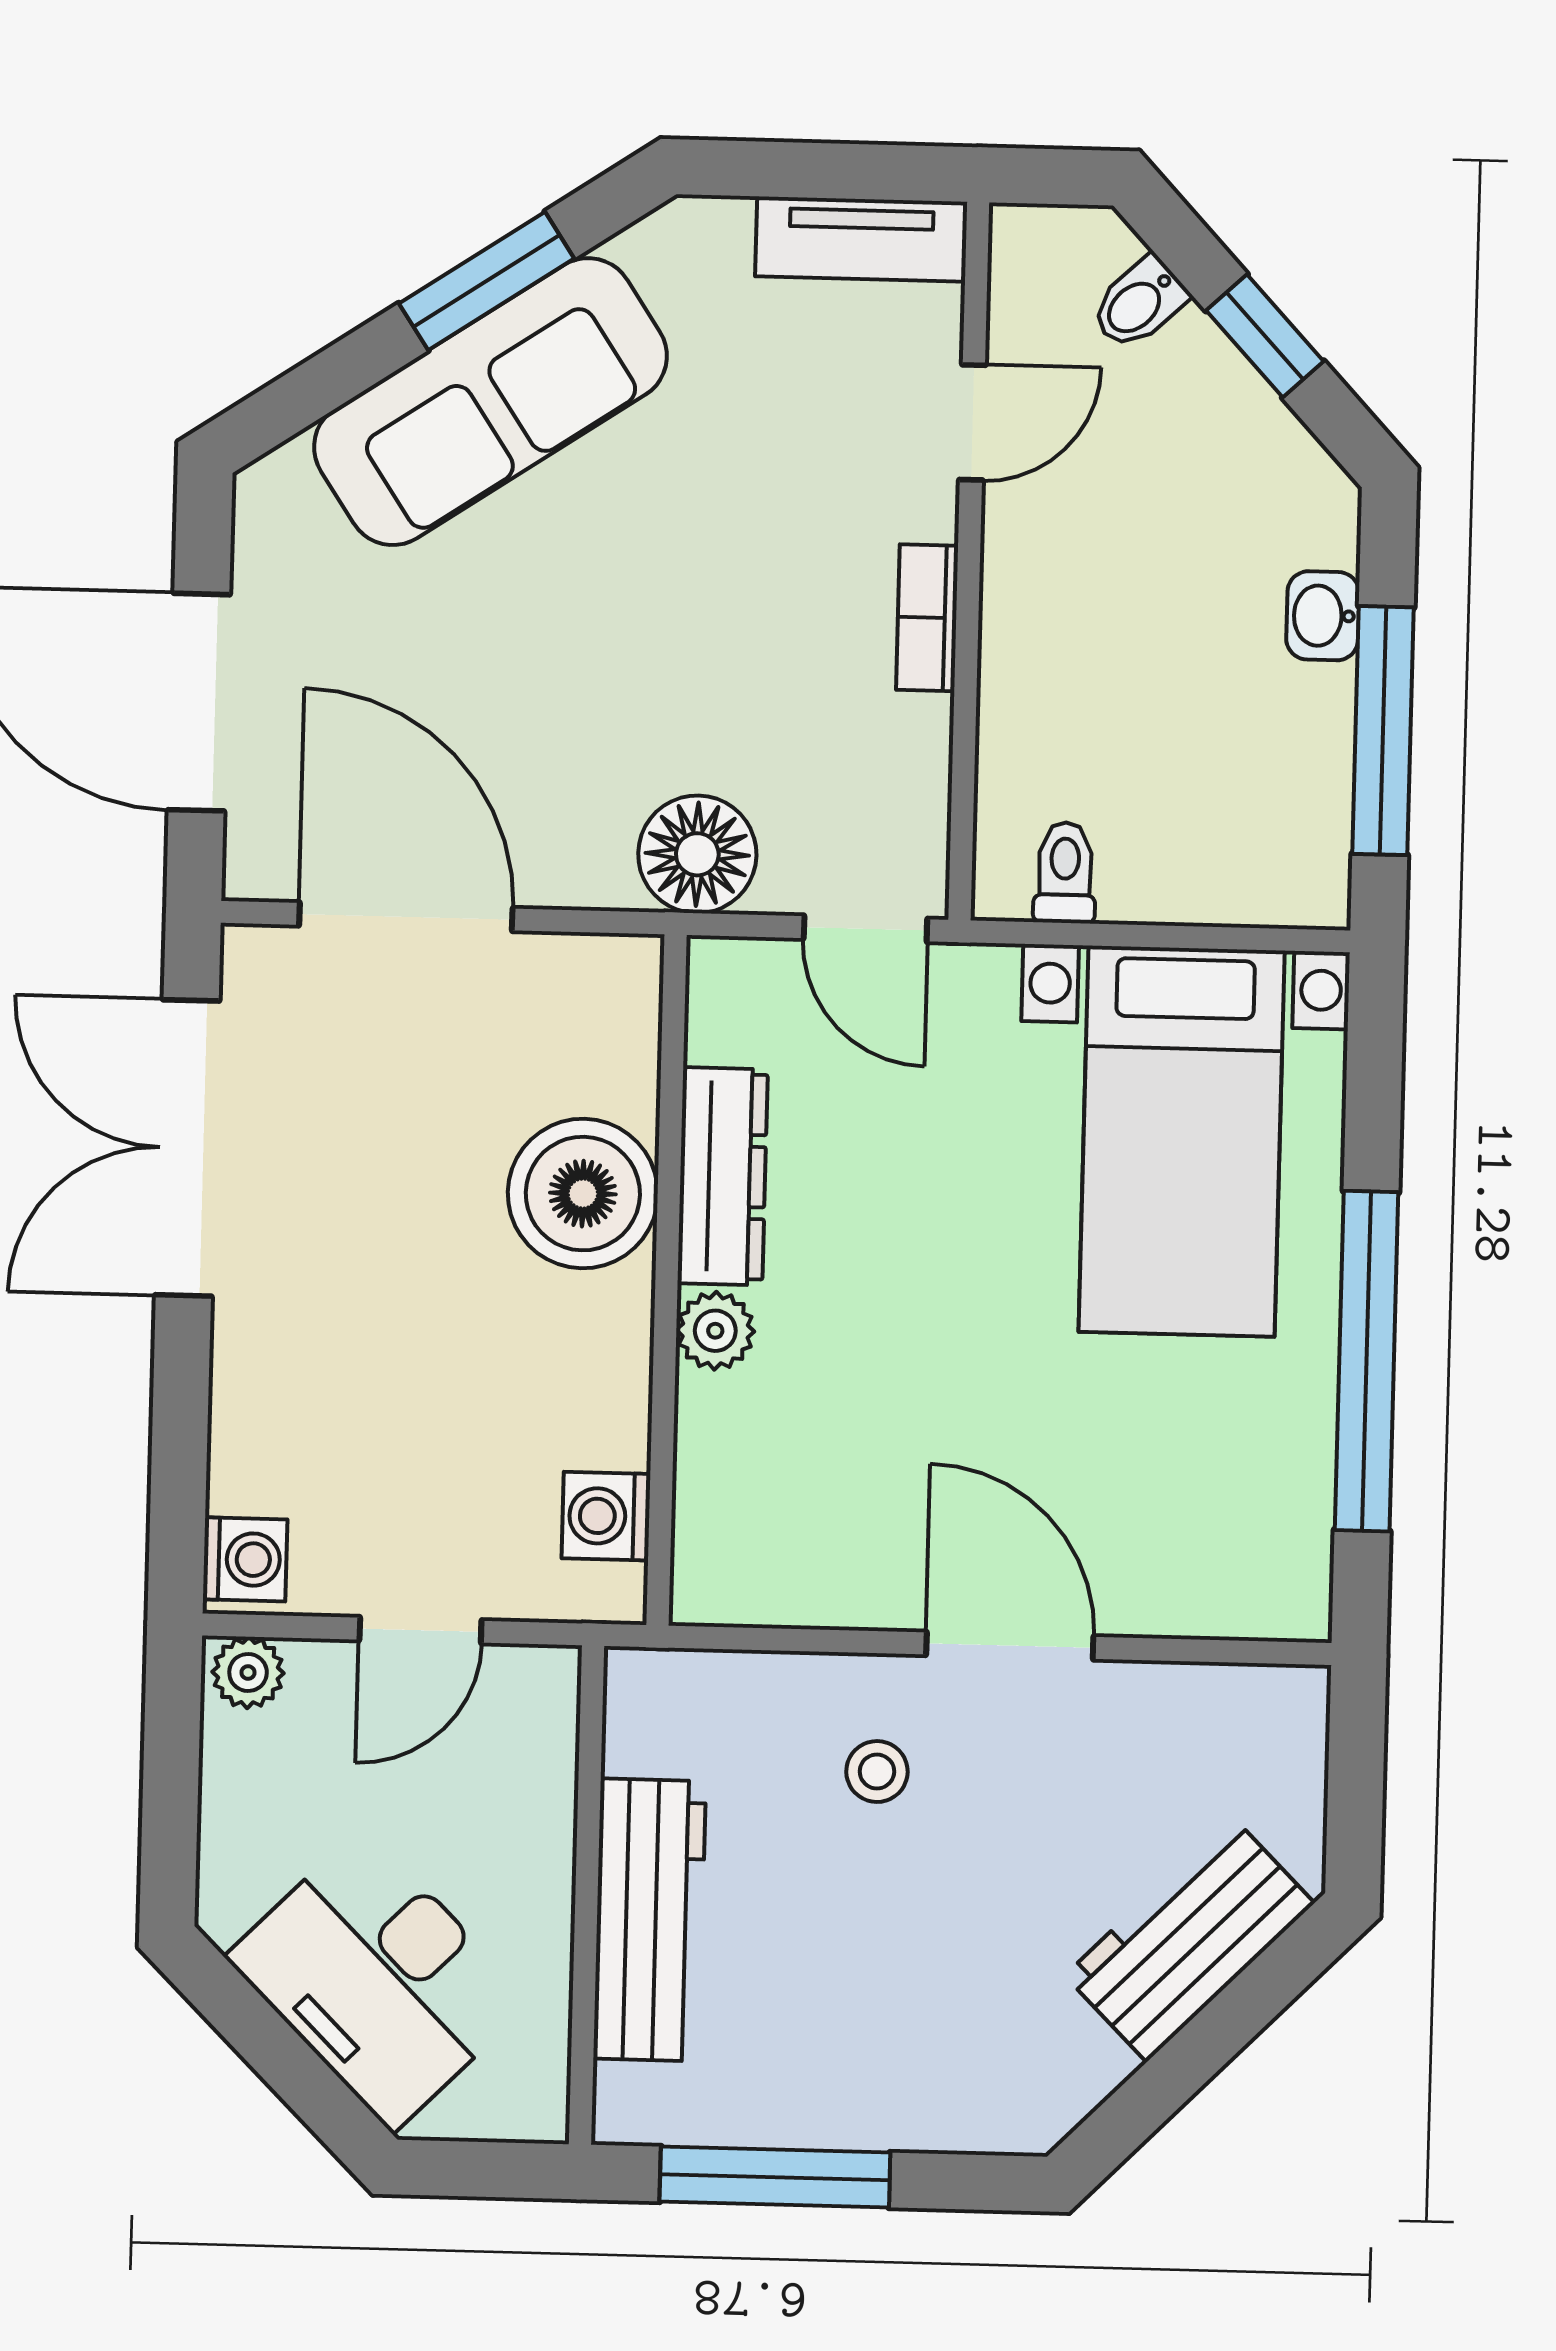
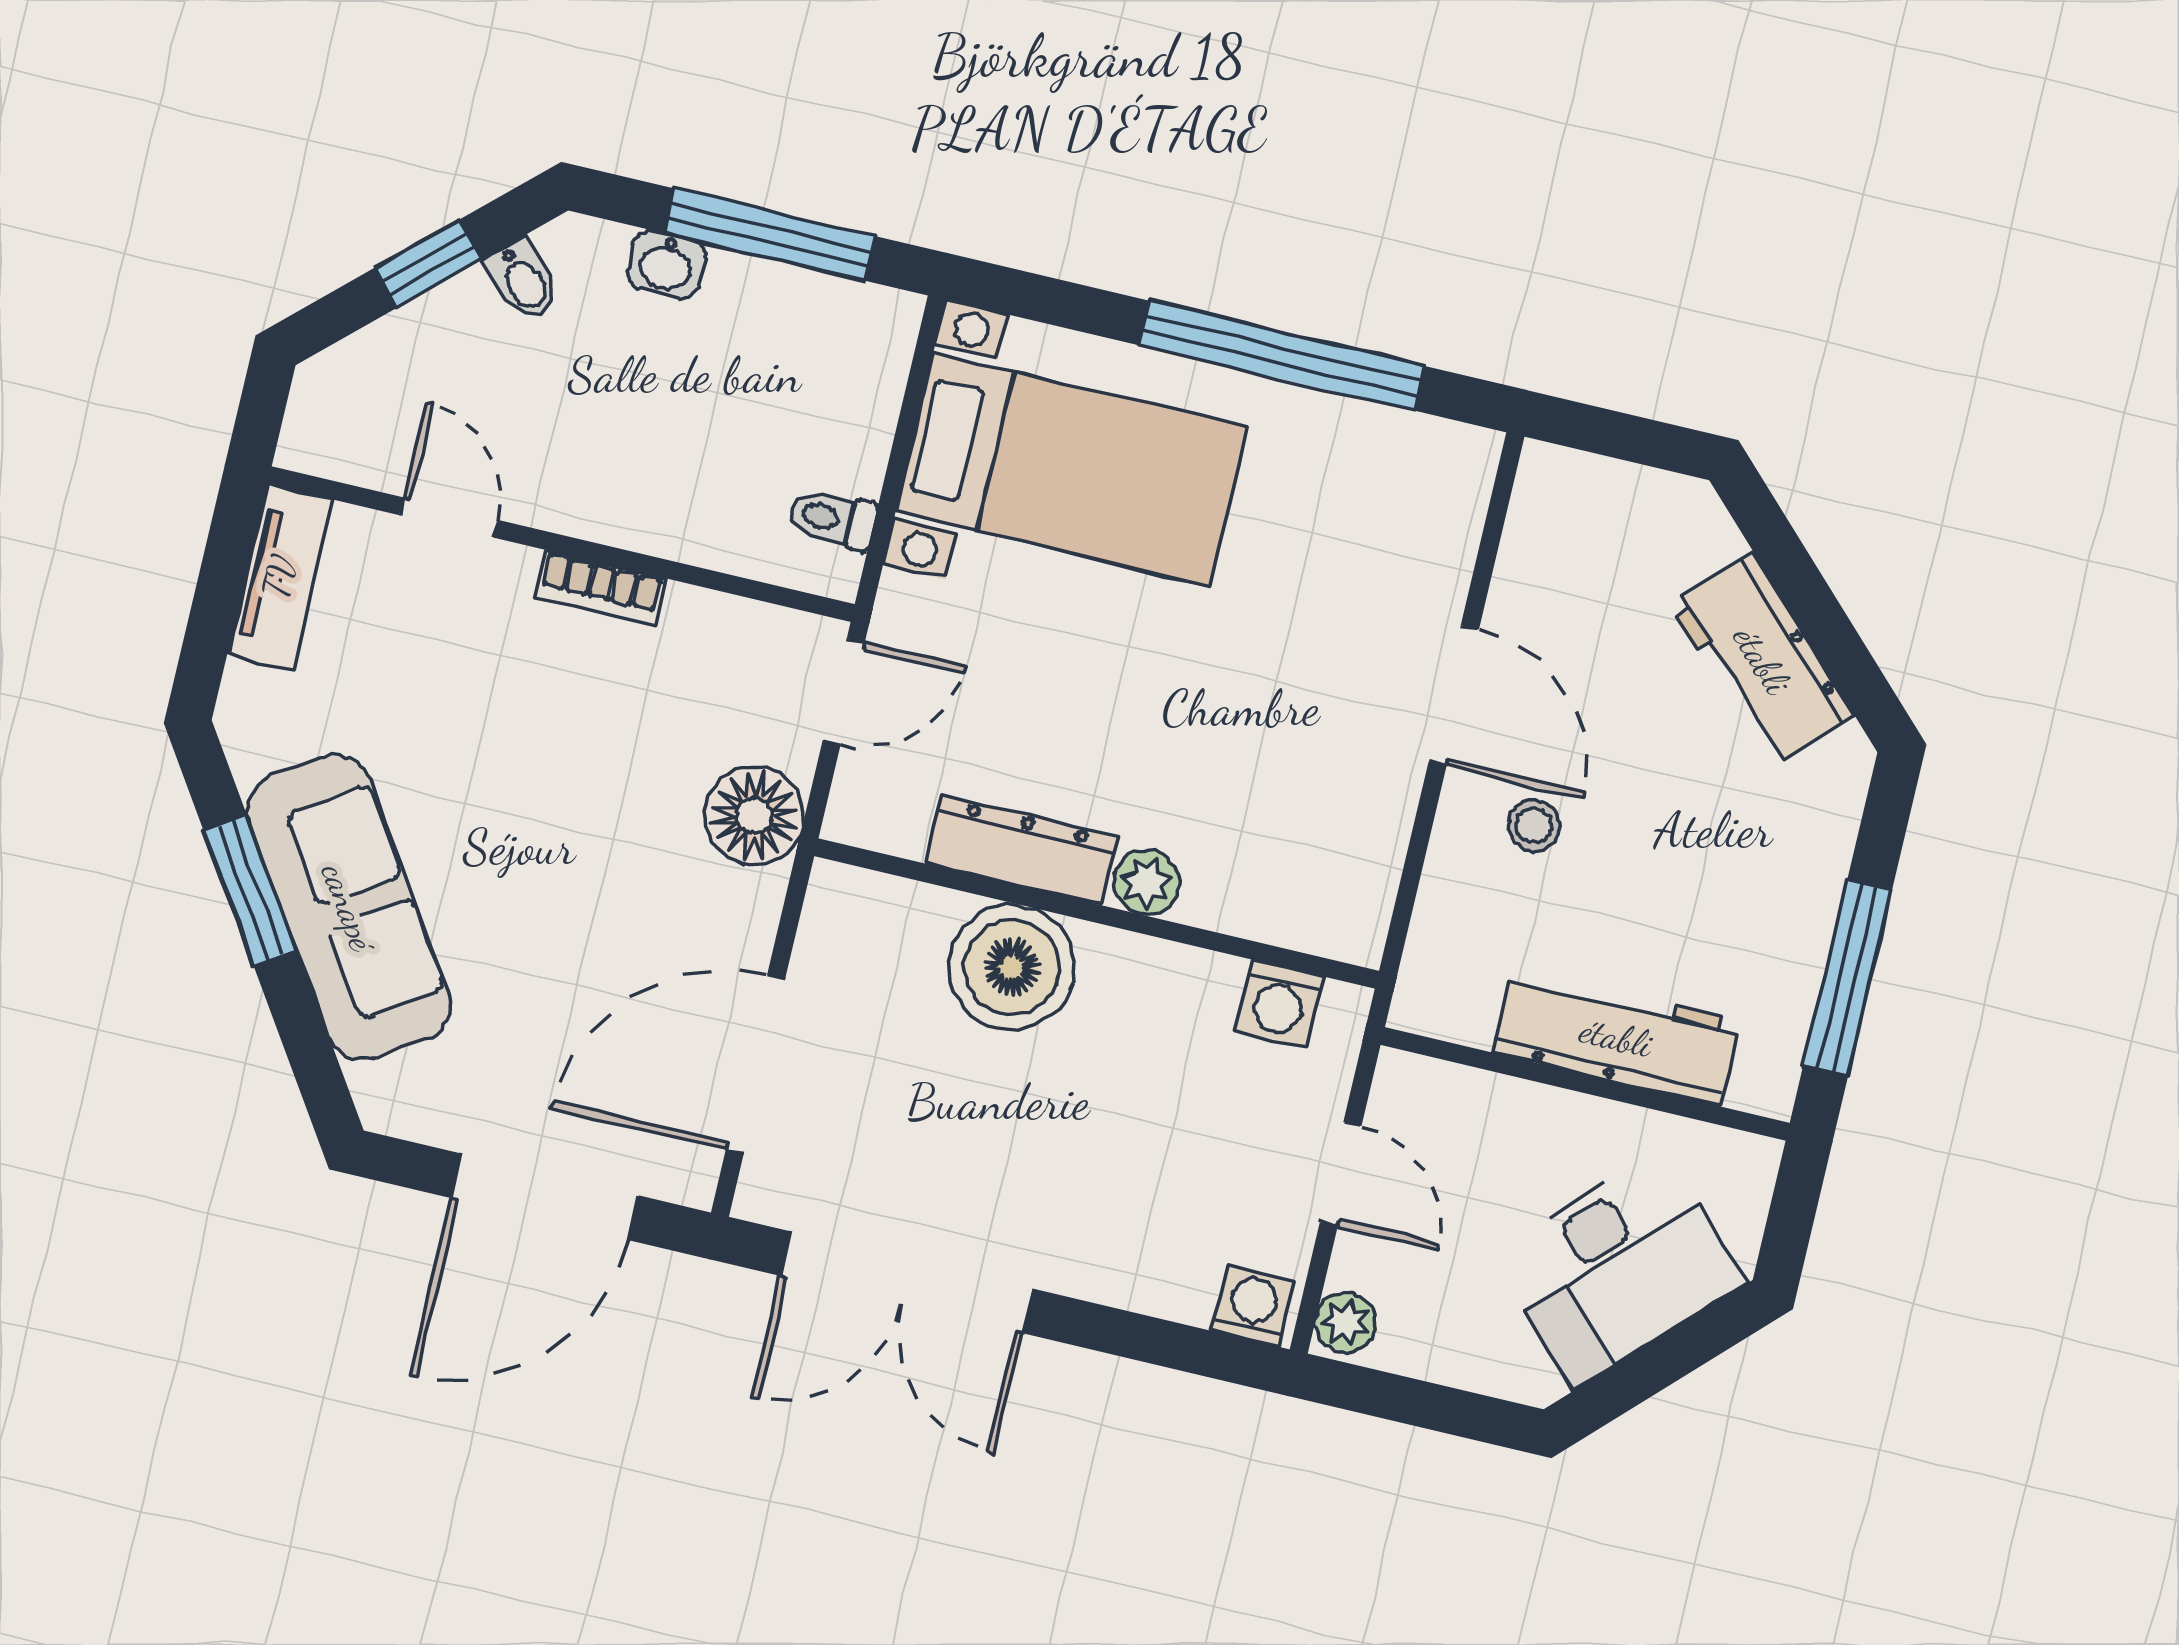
bidet: (1139, 303) -> (523, 280), moved
door: (1010, 1646) -> (1454, 696), swing flipped
workbench: (1189, 1939) -> (1762, 660), moved

